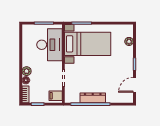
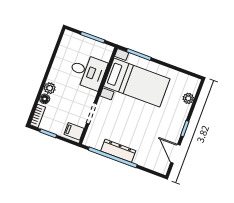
desk: (50, 45) -> (88, 72), width x0.73
door: (135, 85) -> (175, 154), hinge flipped

